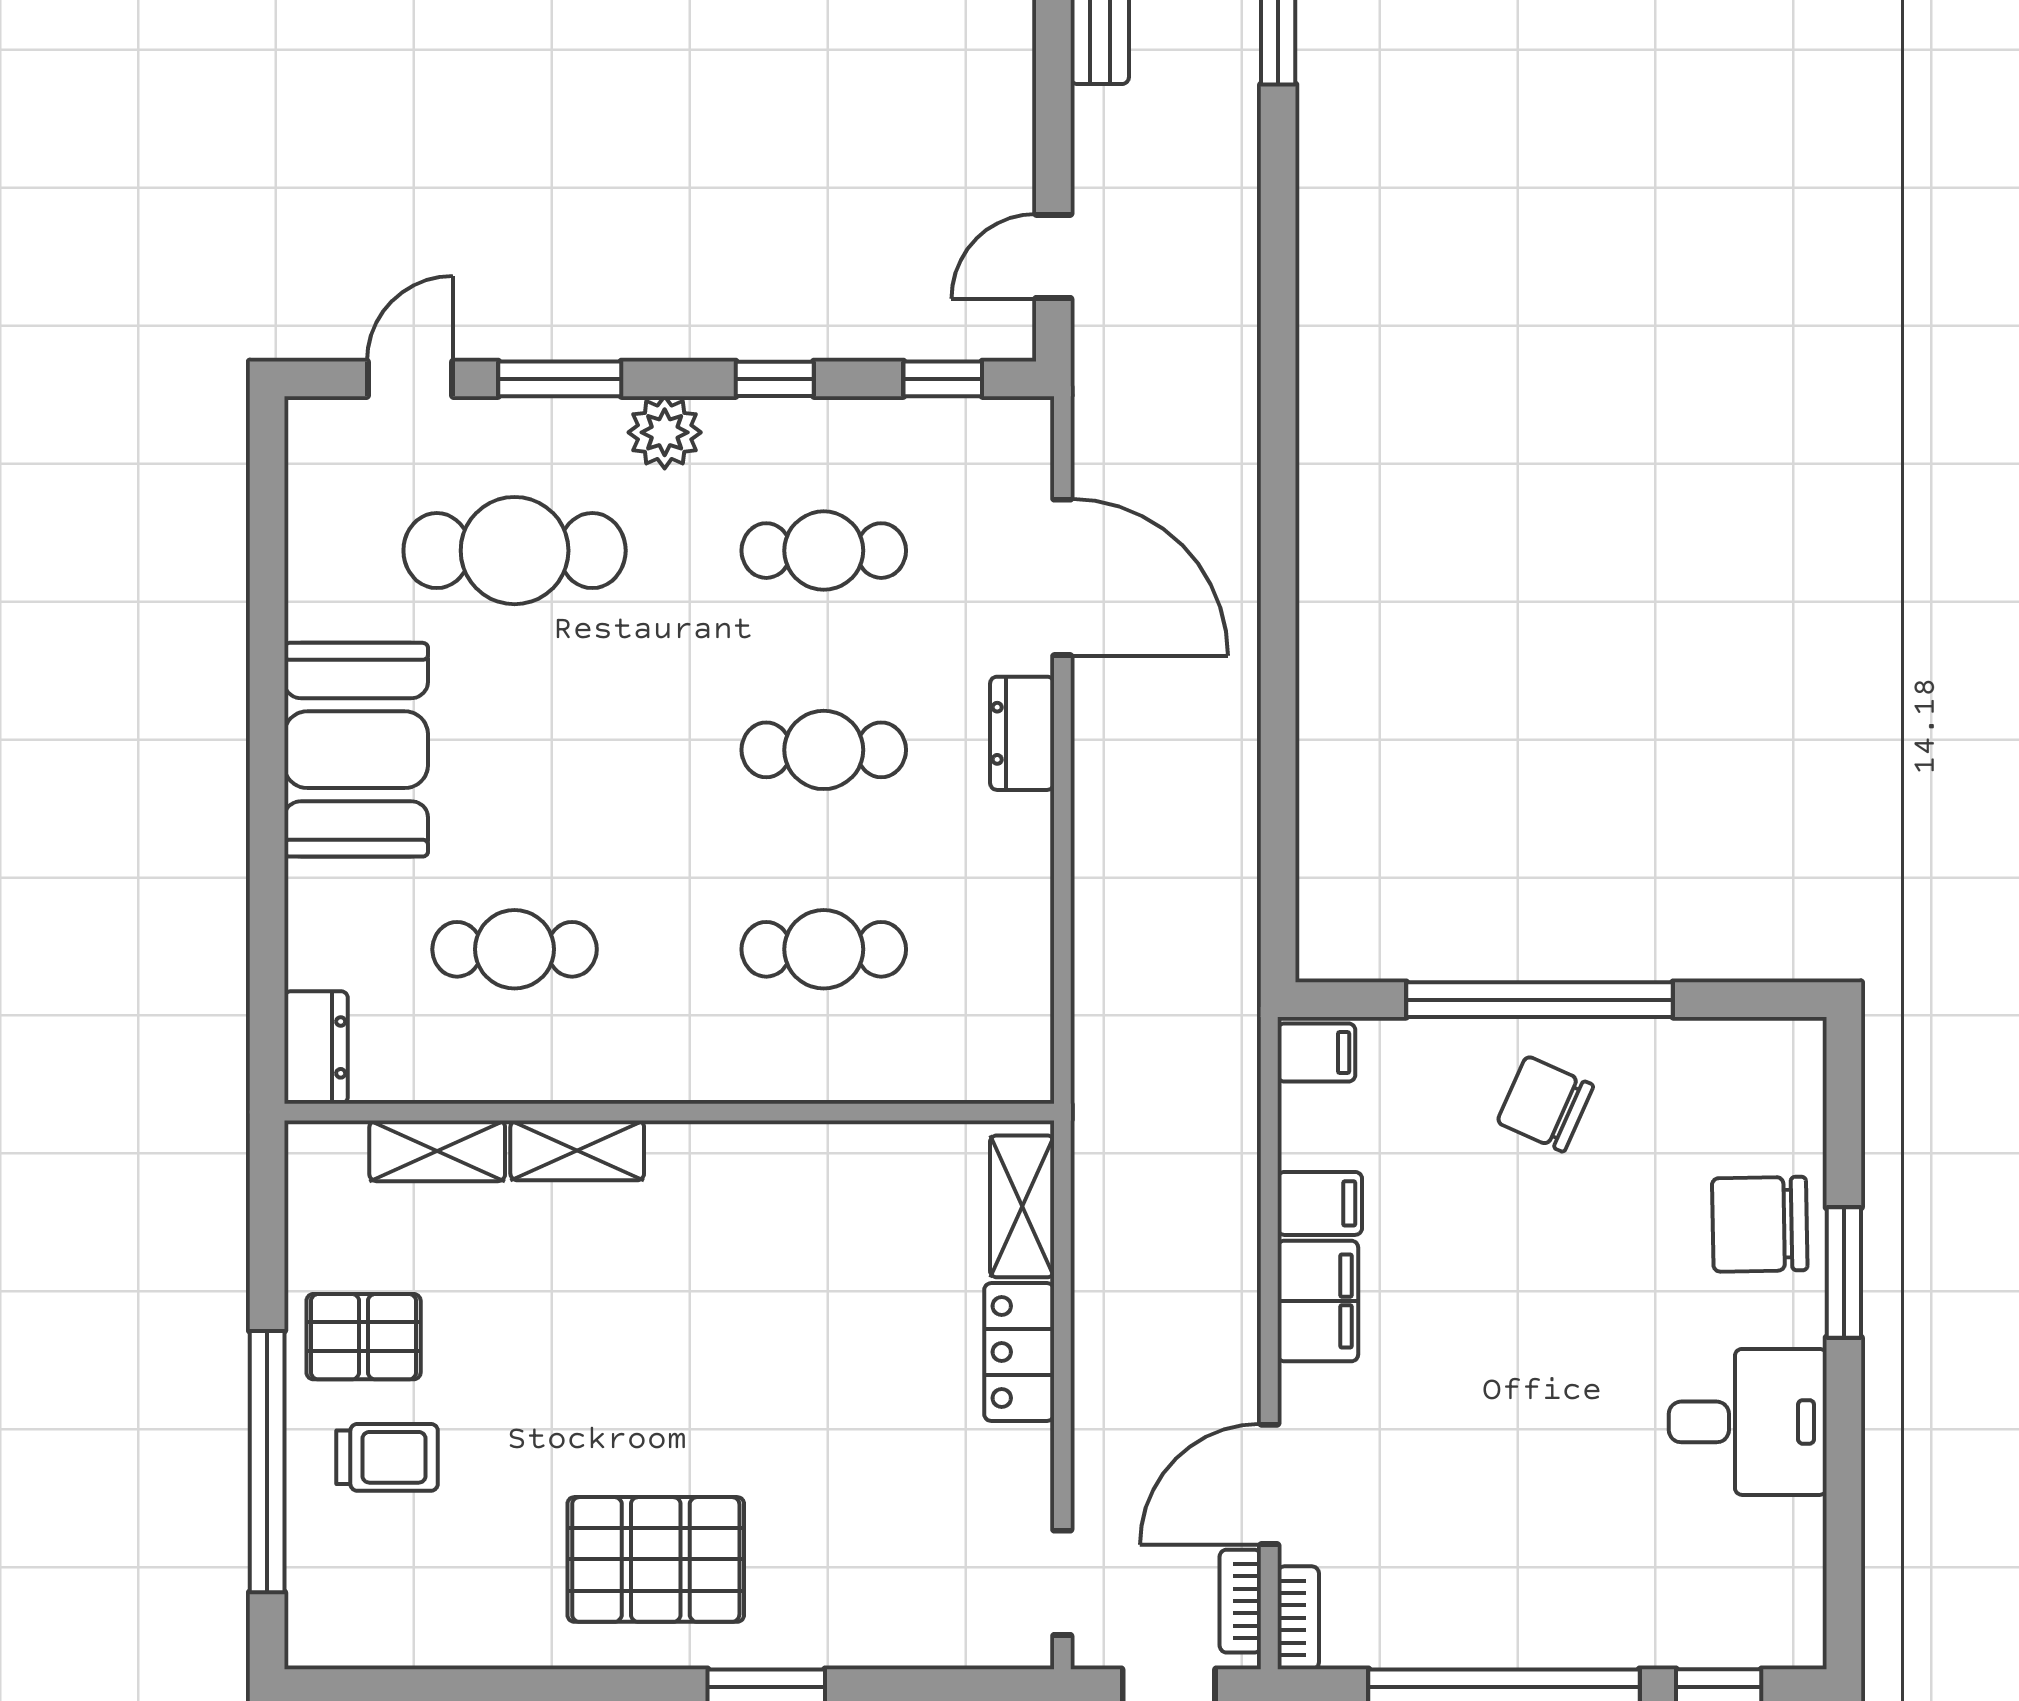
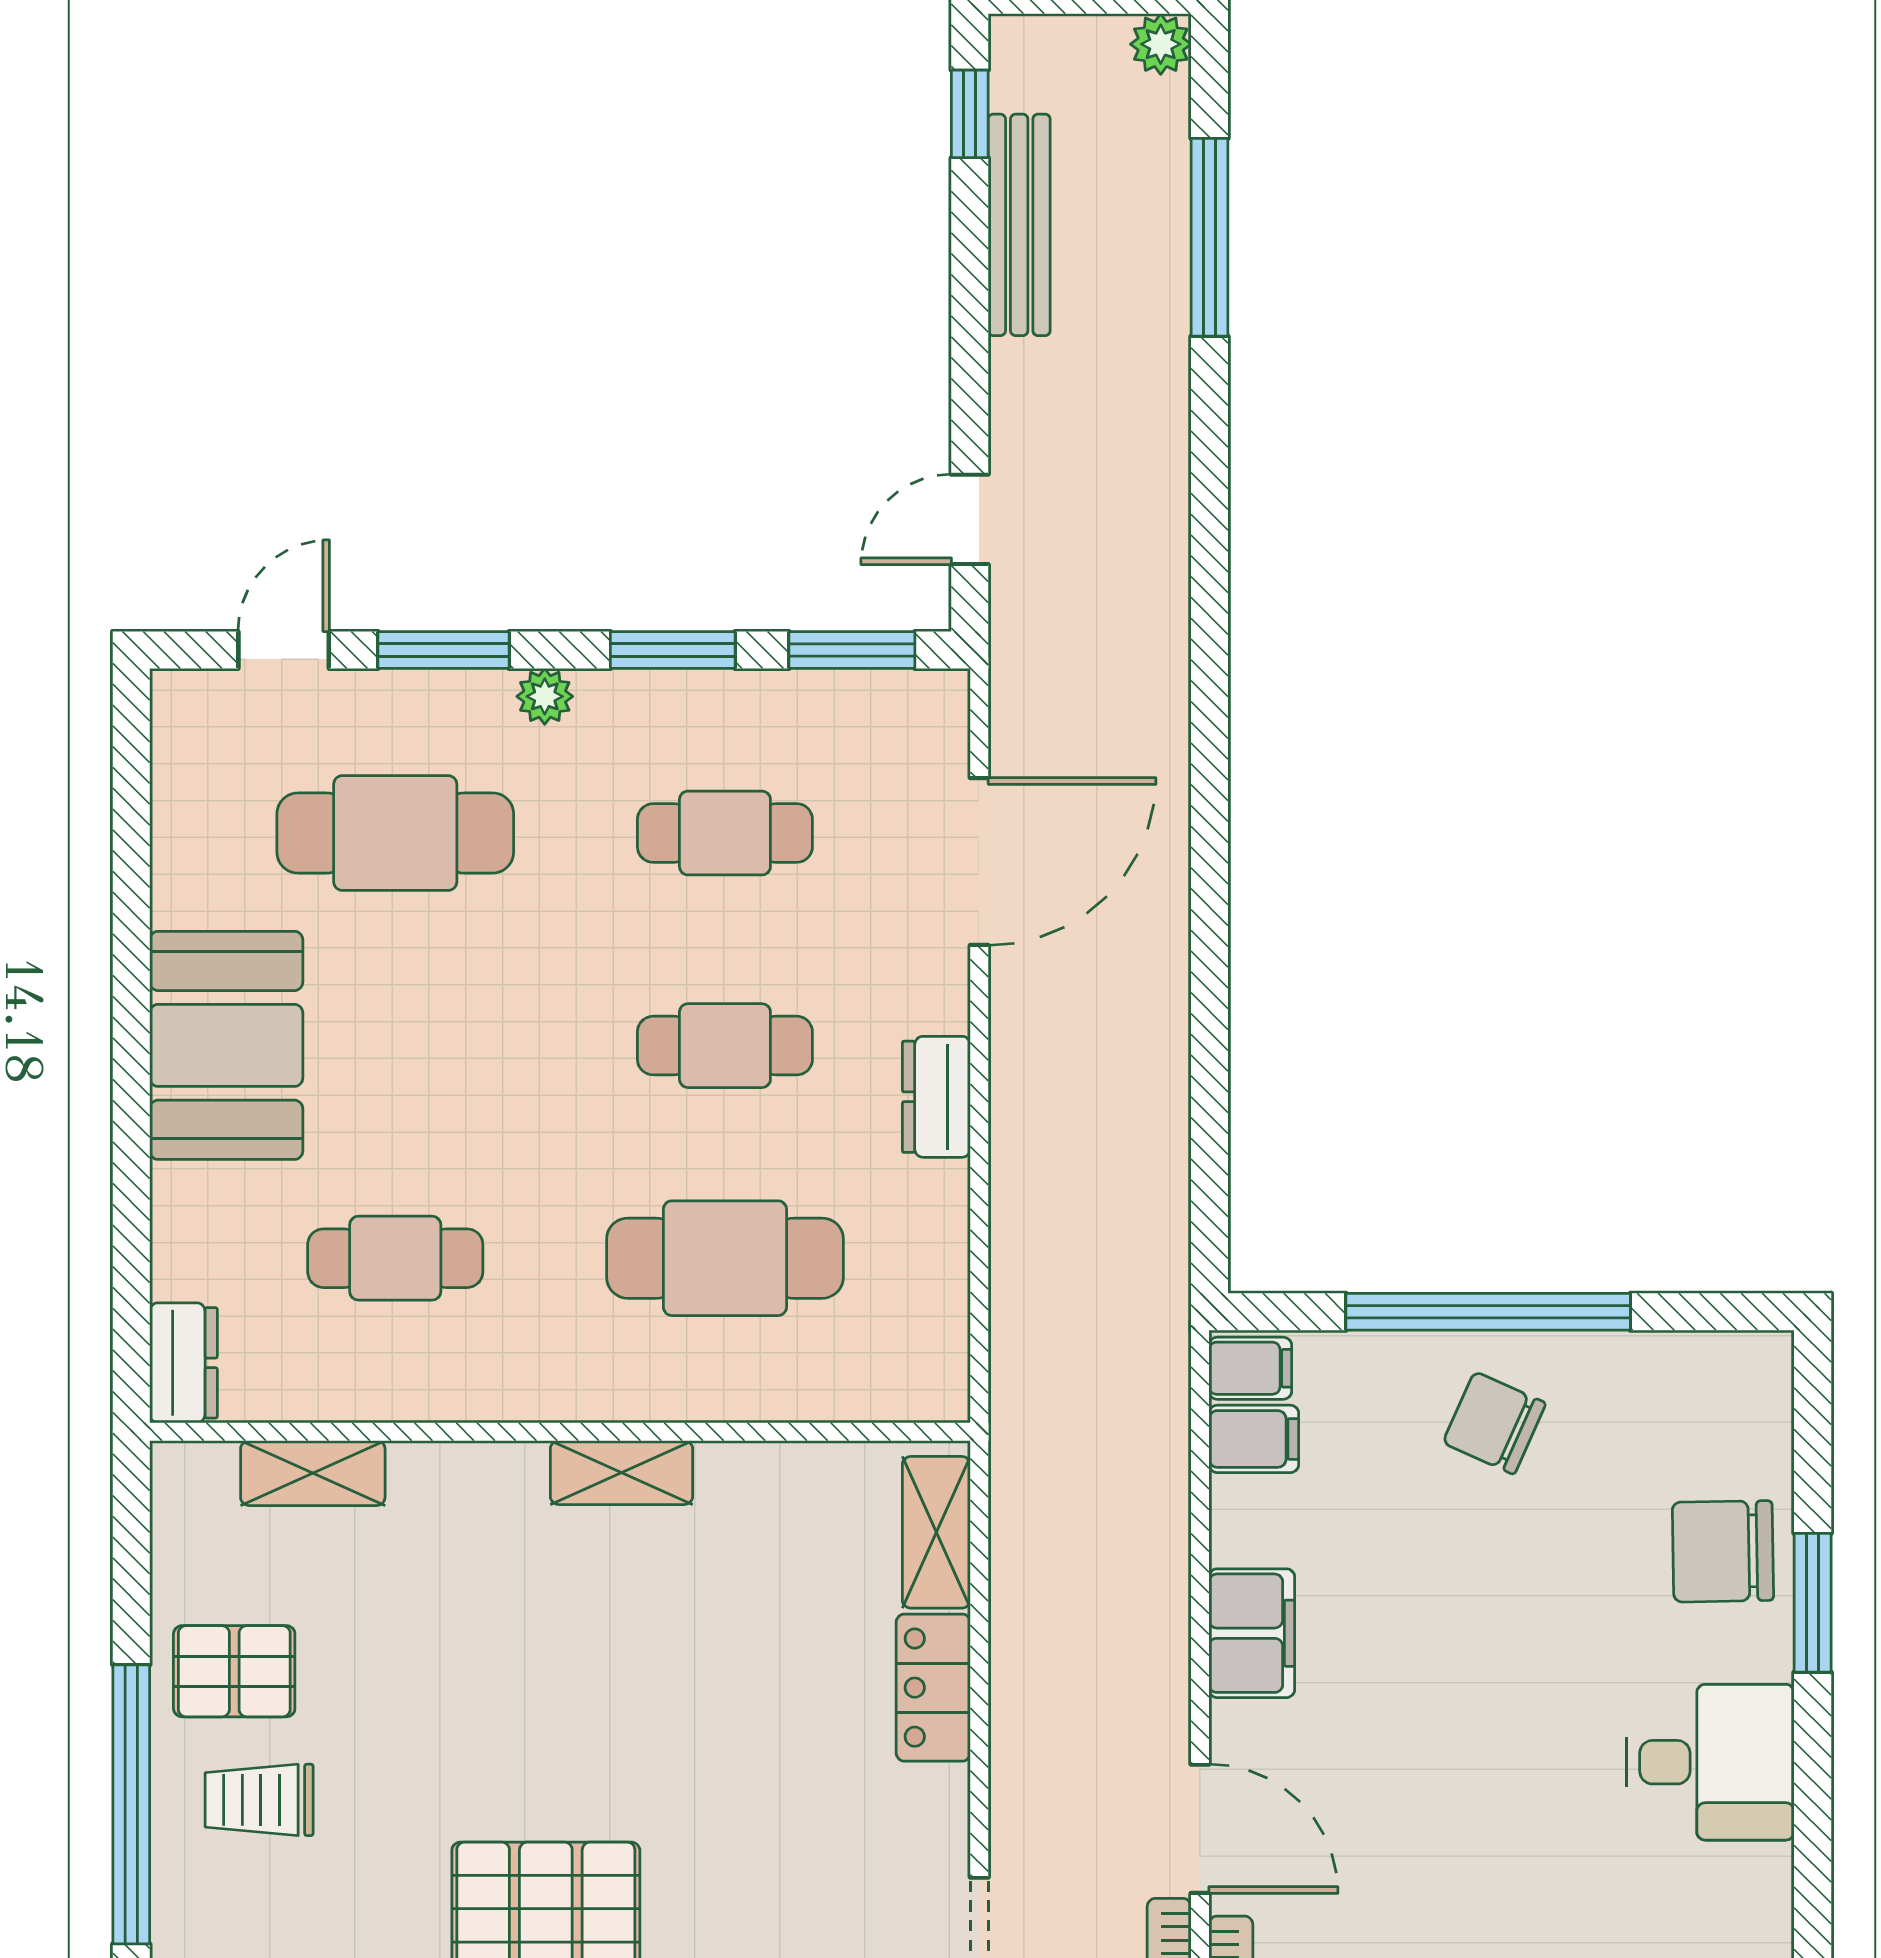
window: (775, 379) -> (673, 650), width x1.50
window: (943, 379) -> (852, 650), width x1.50
plant: (665, 432) -> (545, 696), width x0.73, depth x0.73
door: (1062, 577) -> (979, 862), hinge flipped
dresser: (1022, 733) -> (936, 1097), moved
cafe table: (824, 949) -> (725, 1258), width x1.37, depth x1.35
shelving: (577, 1150) -> (621, 1473), moved
filing cabinet: (1320, 1203) -> (1254, 1439), moved
trolley: (387, 1457) -> (259, 1800), turned 180
door: (1269, 1484) -> (1200, 1829), swing flipped

